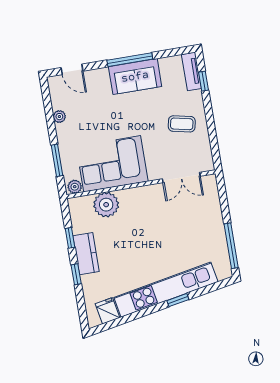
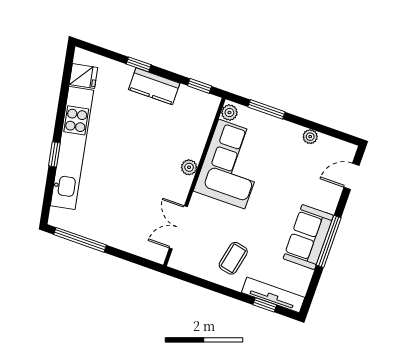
tv unit: (191, 71) -> (273, 295), width x1.41
plant: (106, 205) -> (189, 167), moved, width x0.53, depth x0.53
window: (70, 238) -> (200, 86), moved

